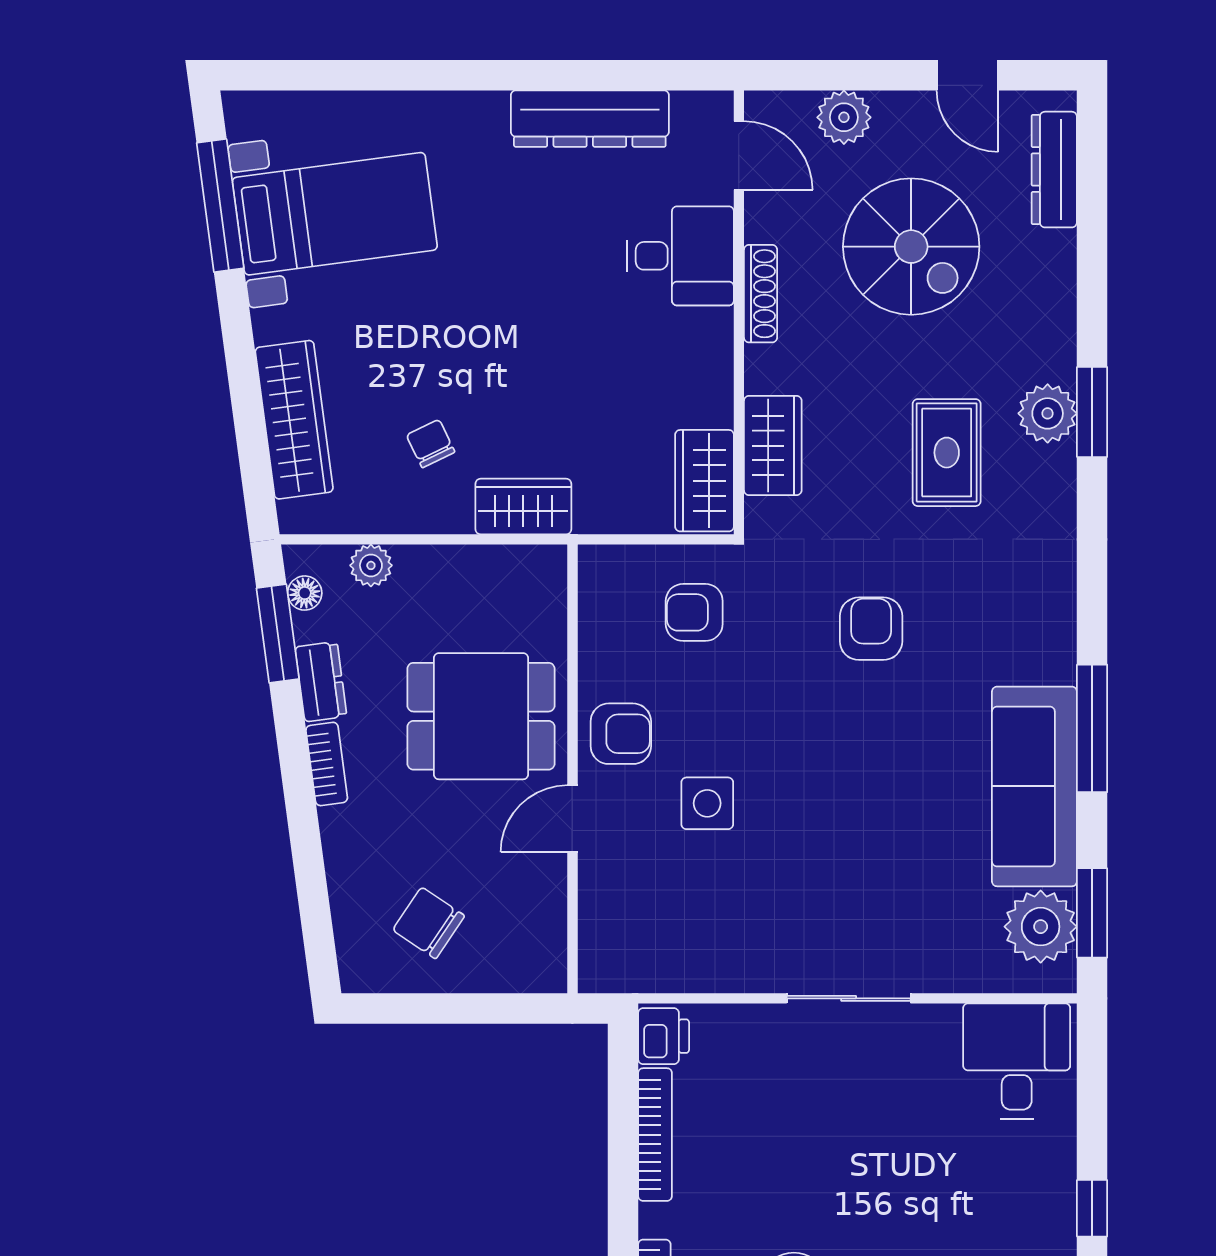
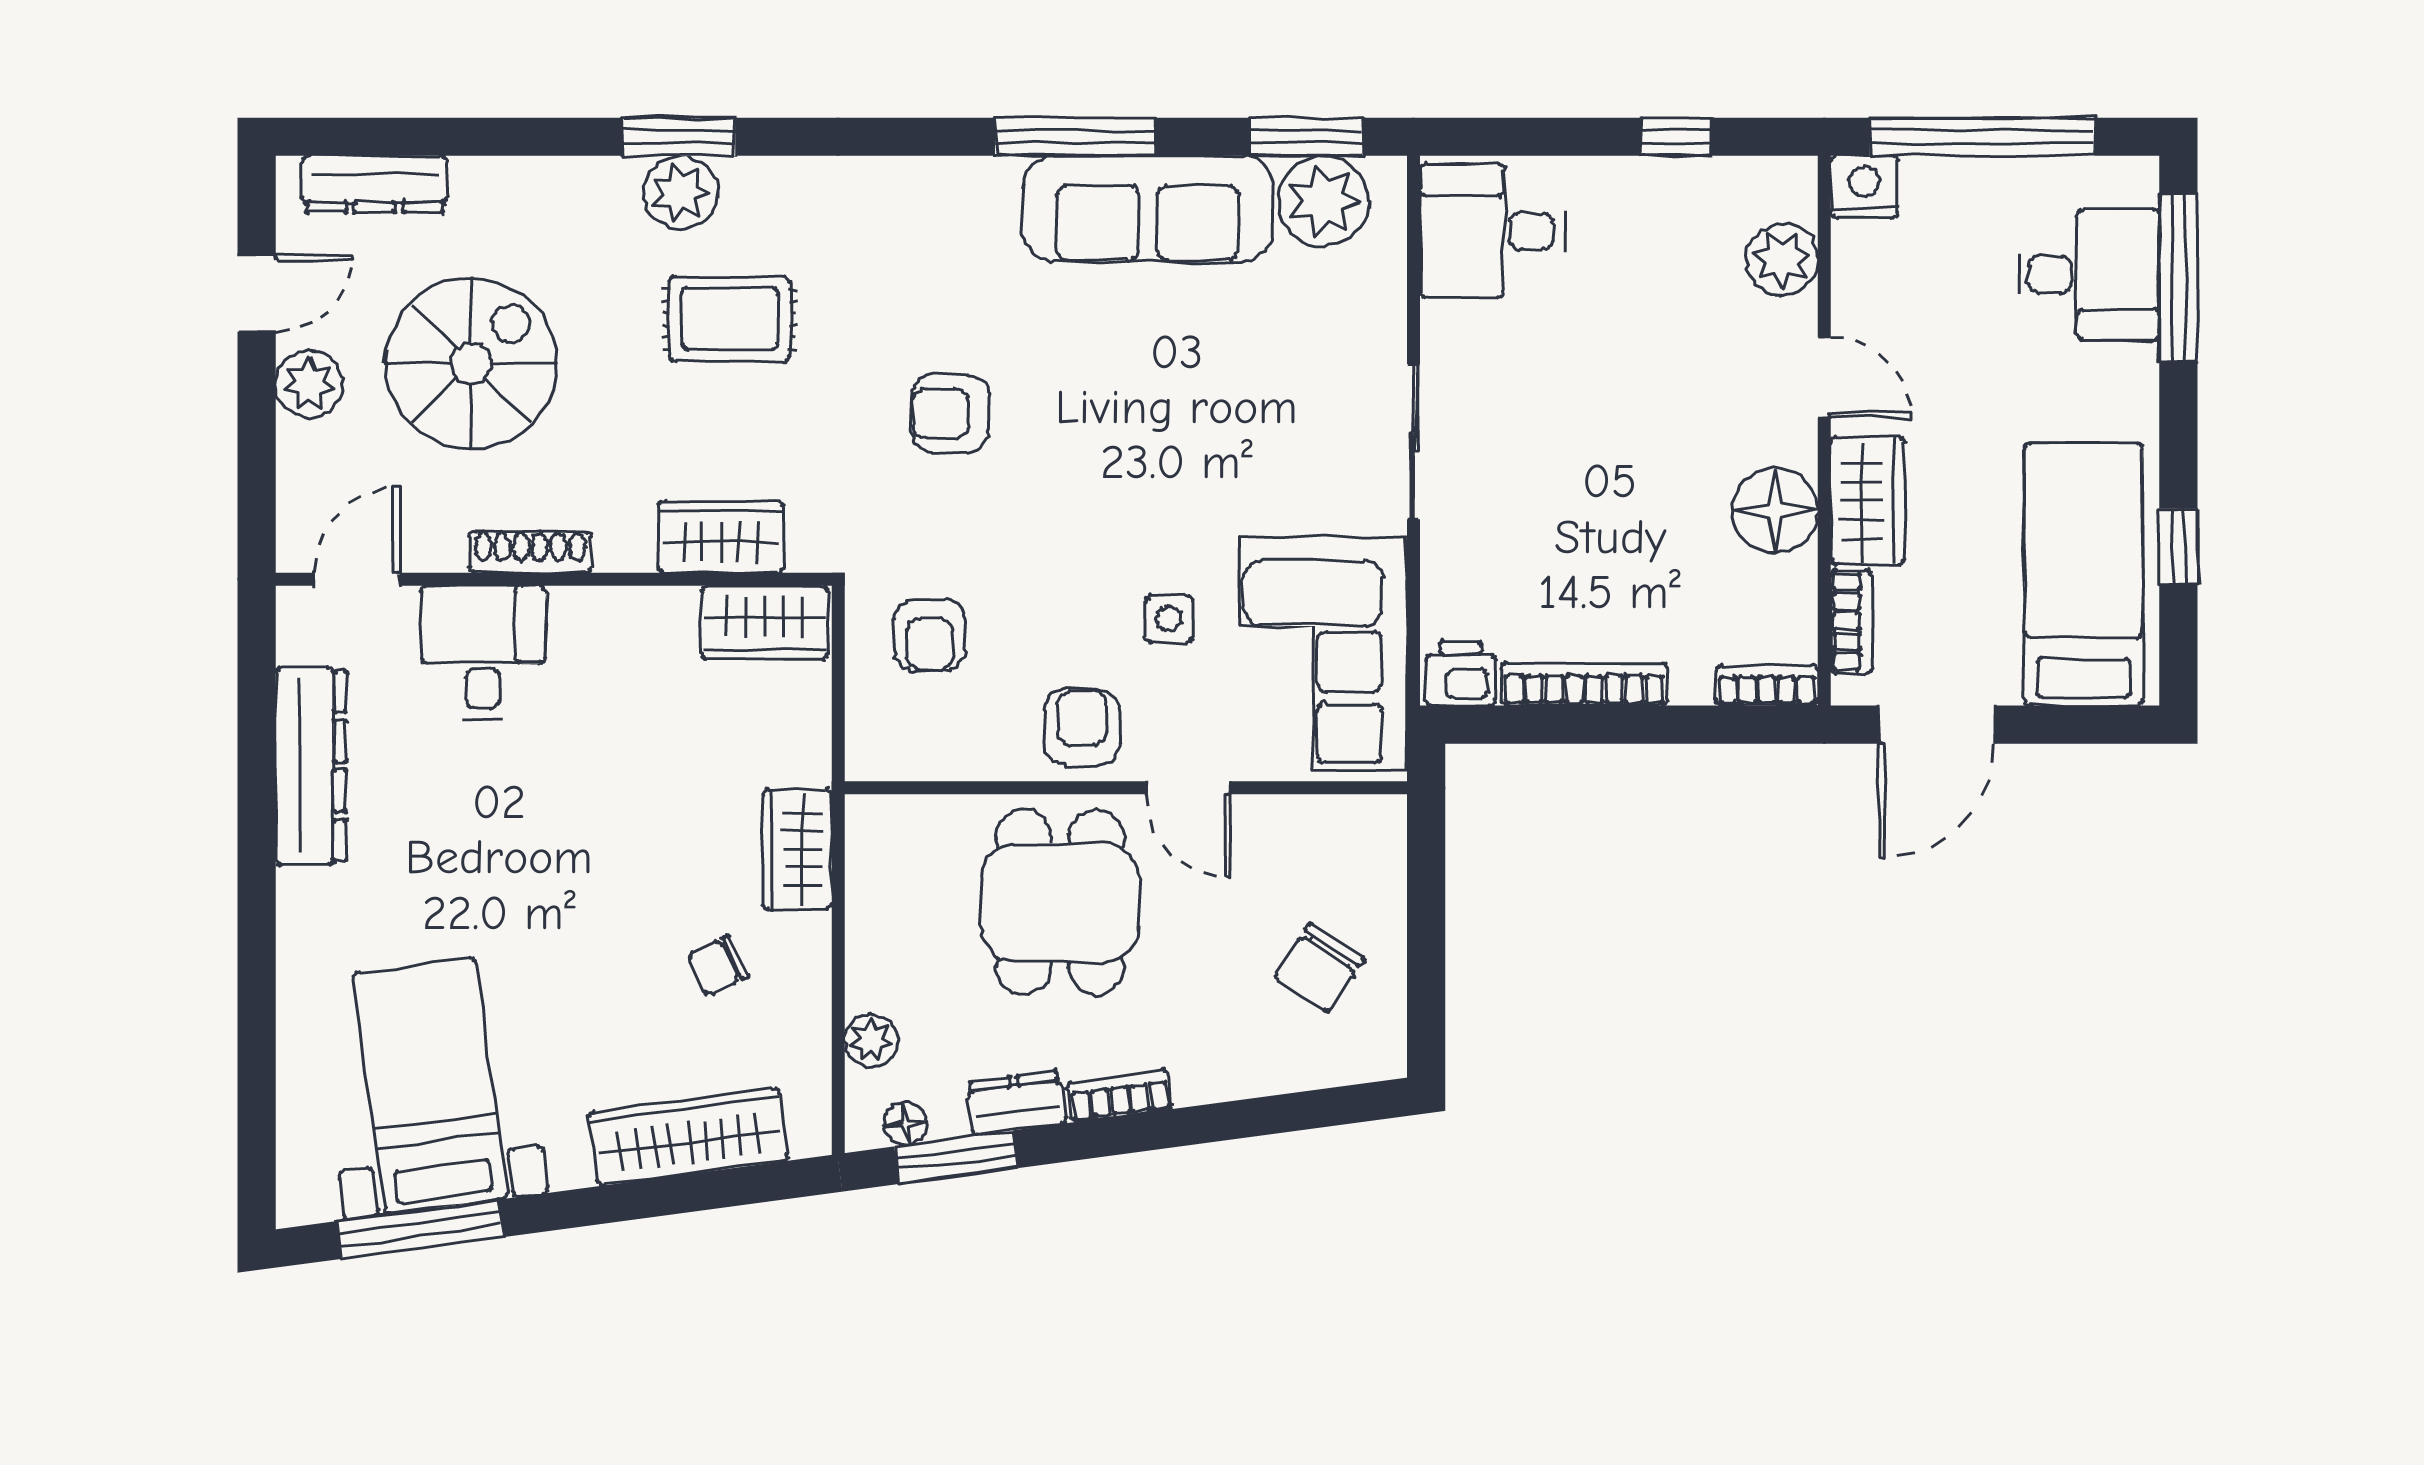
plant: (844, 117) -> (309, 384), moved
side table: (707, 803) -> (1169, 619), width x0.73, depth x0.73
corner sofa: (679, 927) -> (1324, 654), added

